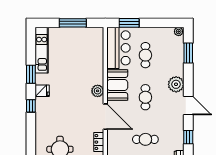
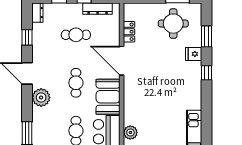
window: (31, 74) -> (206, 36), moved
fridge: (42, 91) -> (194, 54), moved
plant: (98, 91) -> (130, 133), moved

